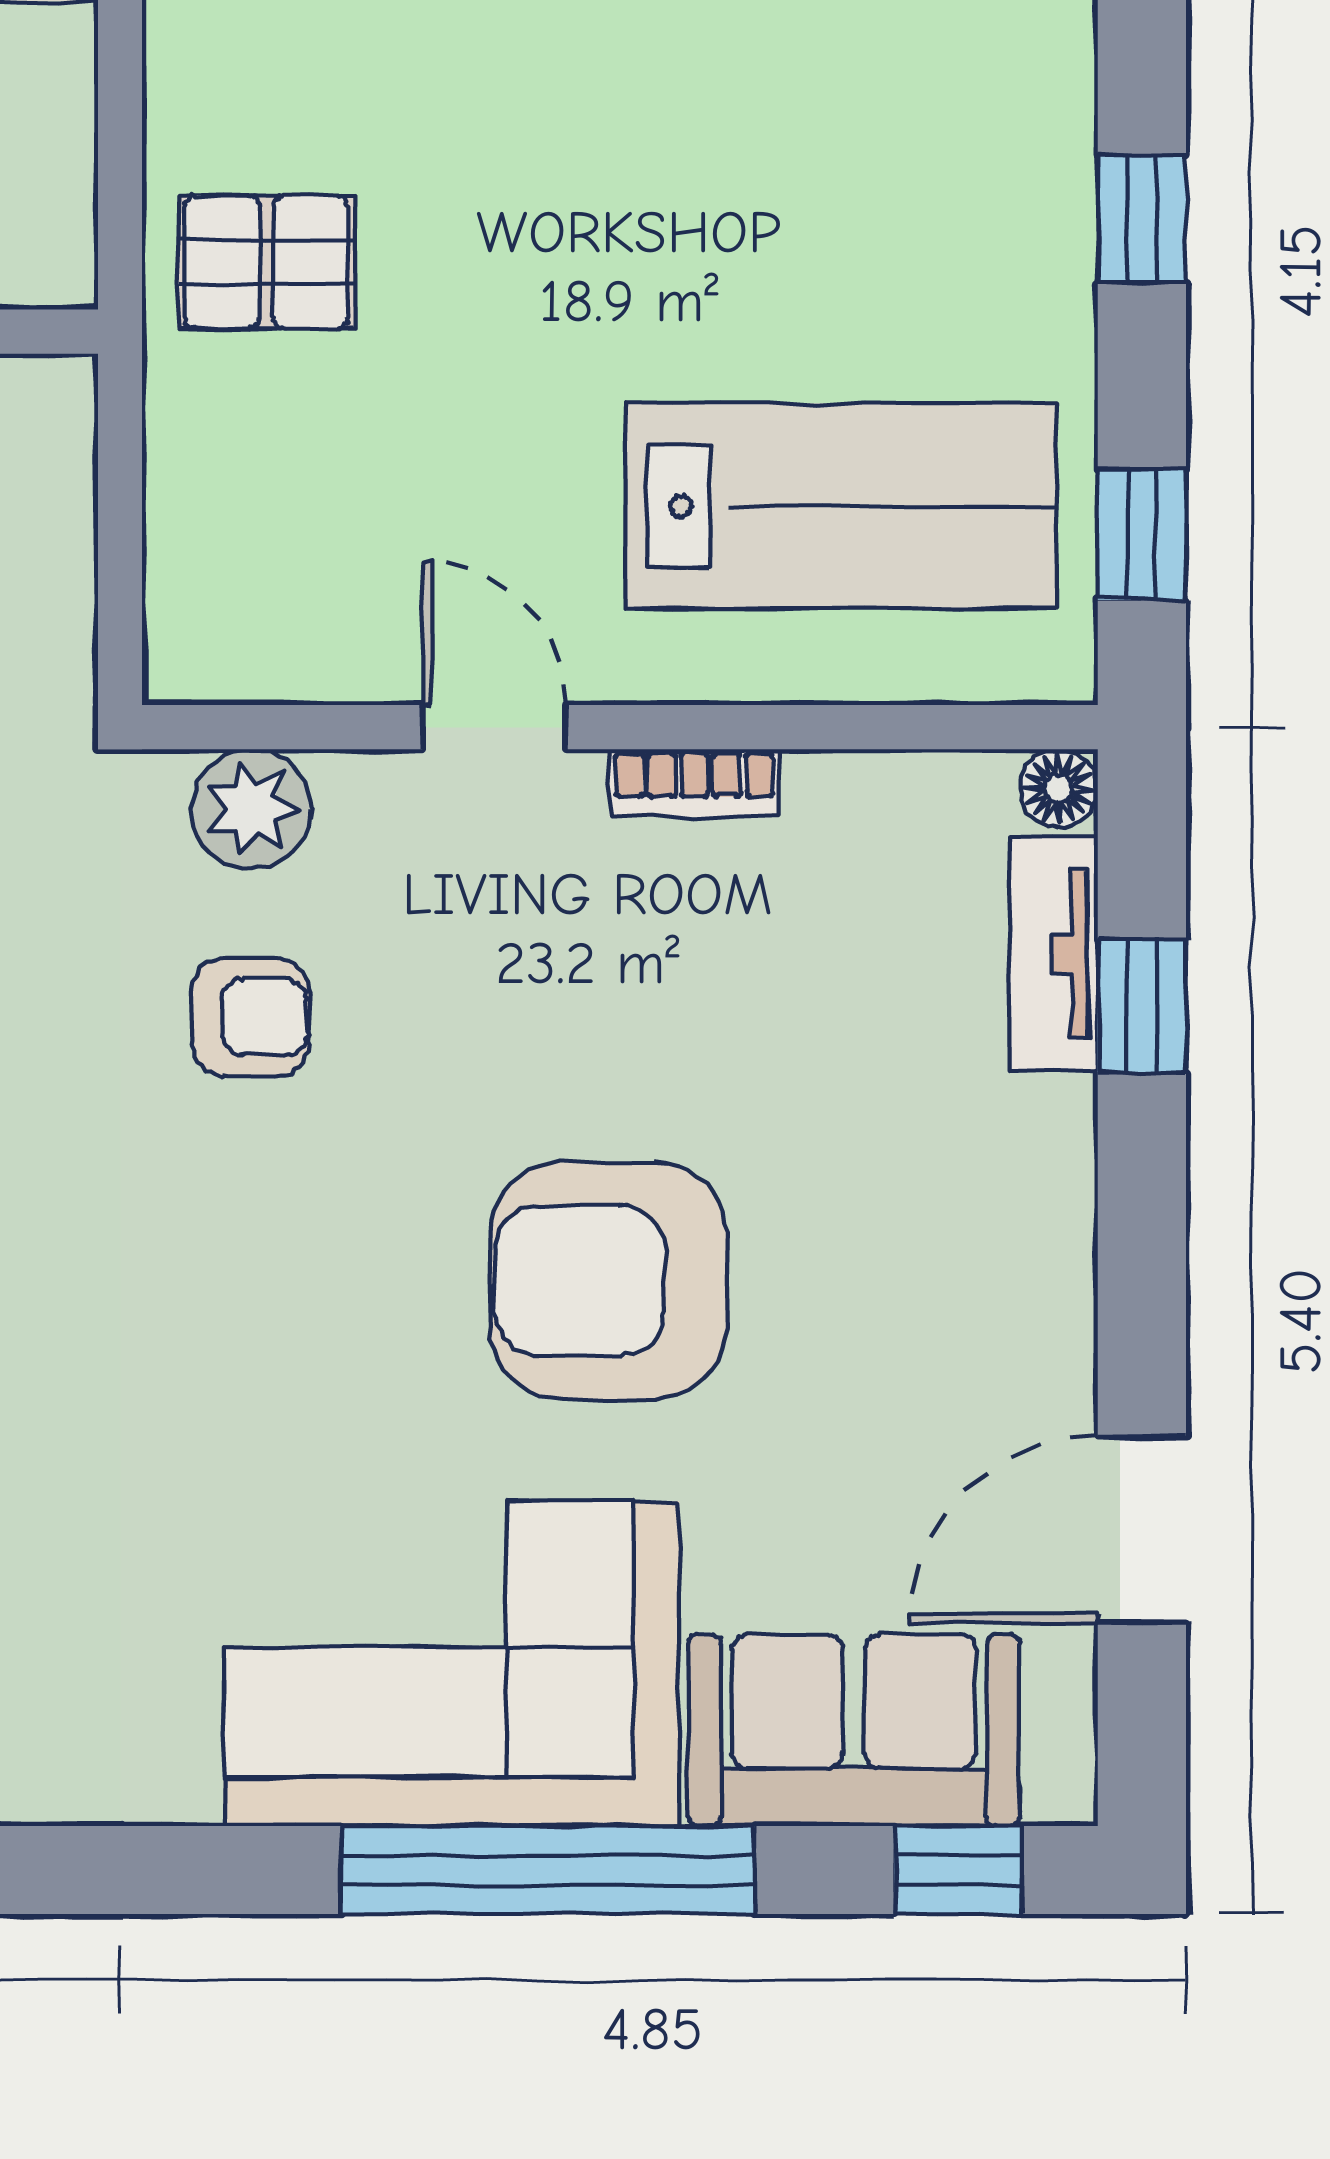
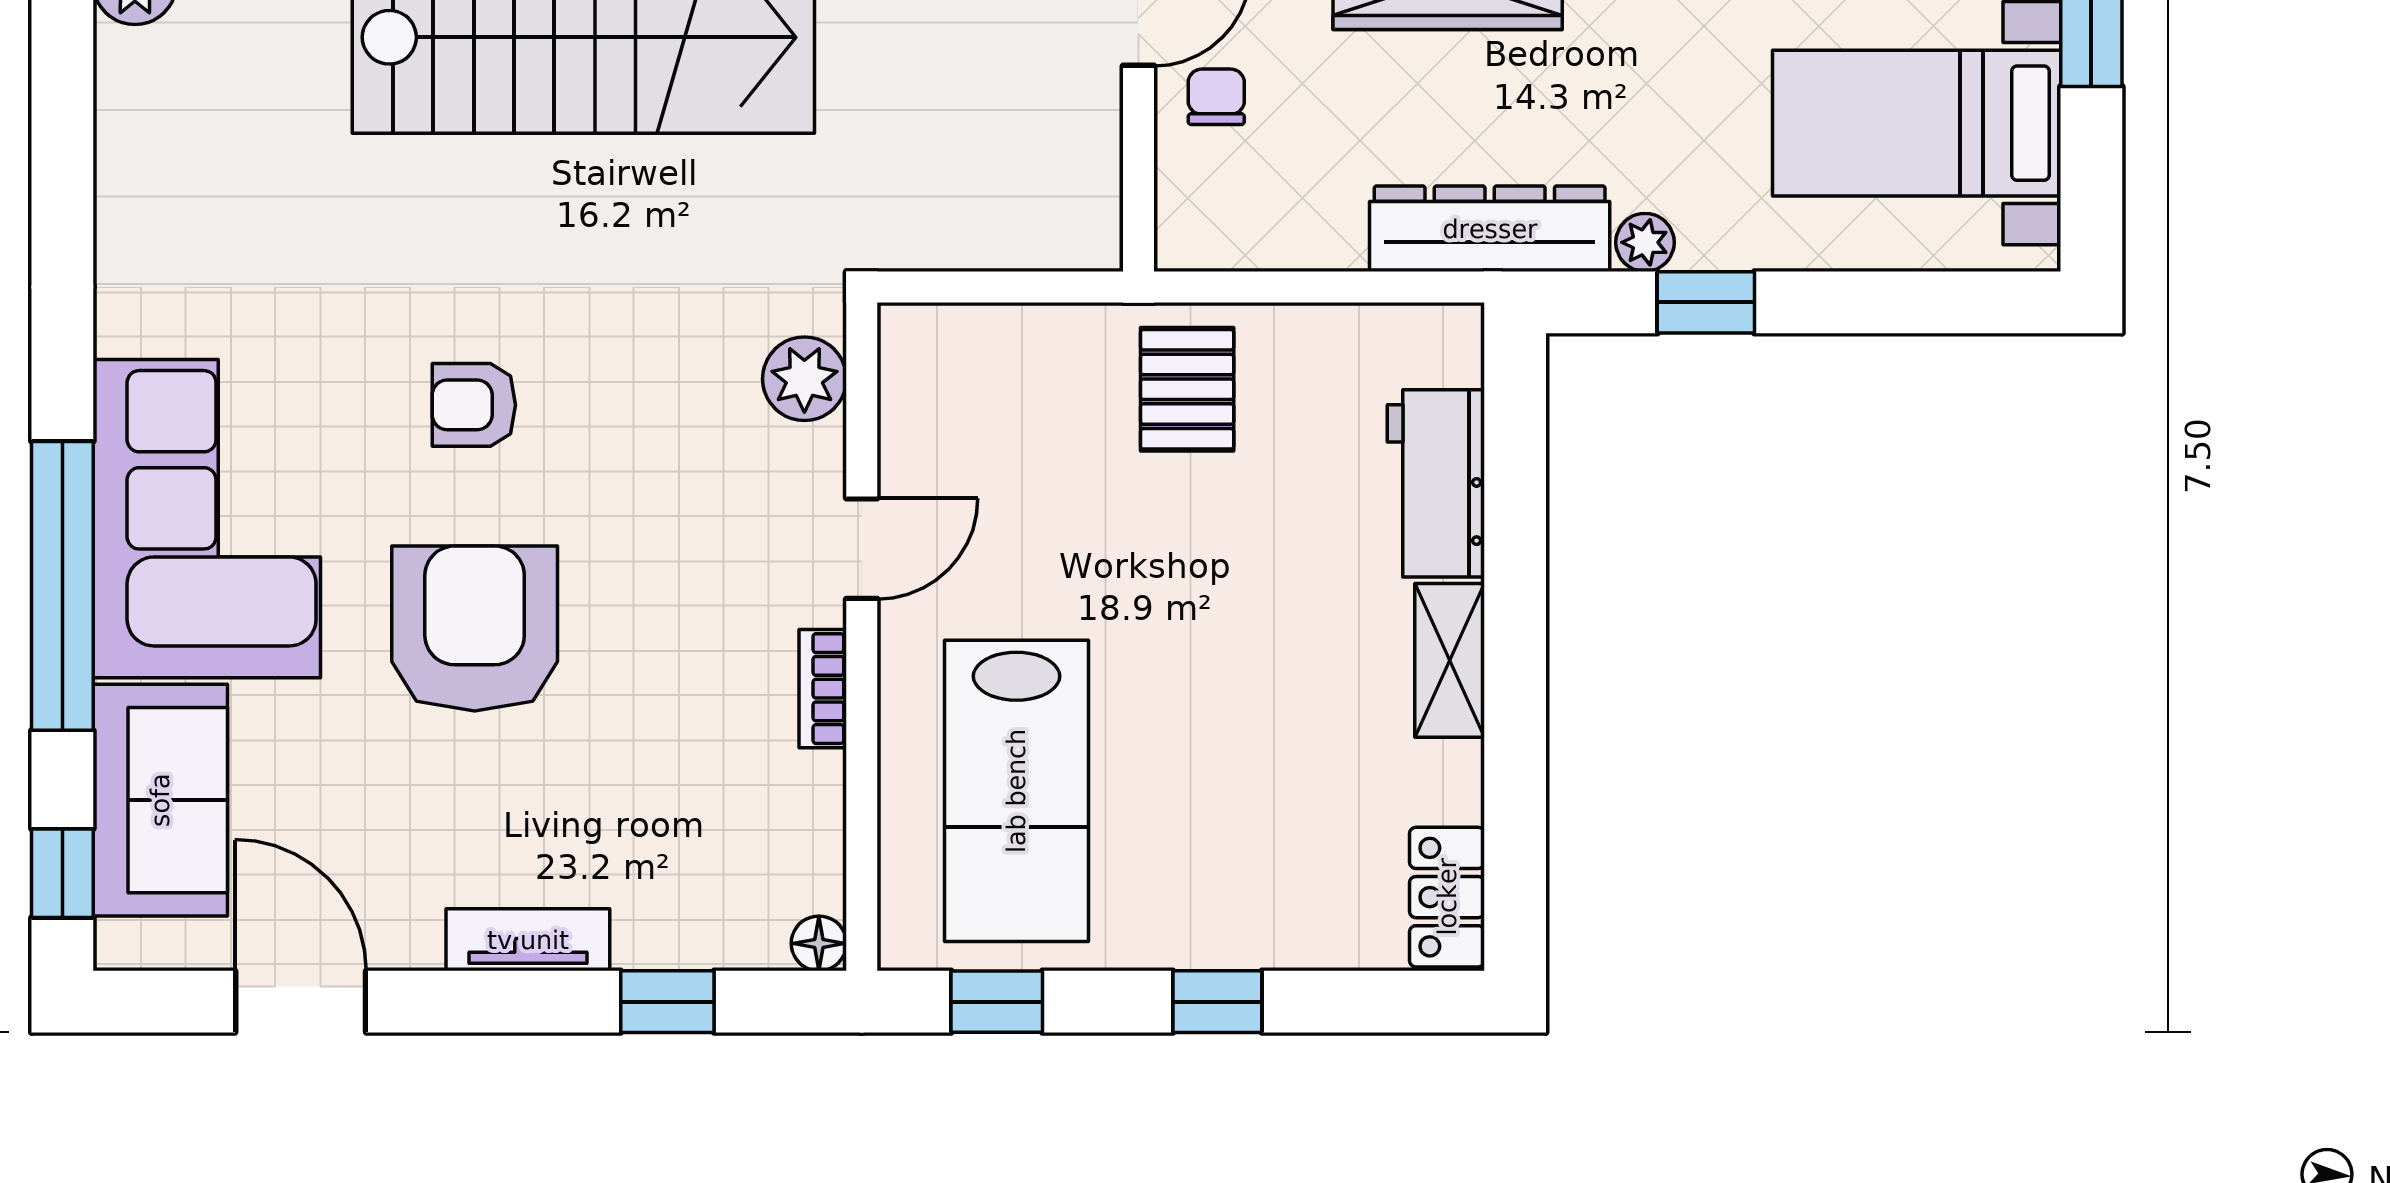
tv unit: (1053, 953) -> (528, 940), moved
armchair: (250, 1017) -> (474, 405), moved, turned 90

